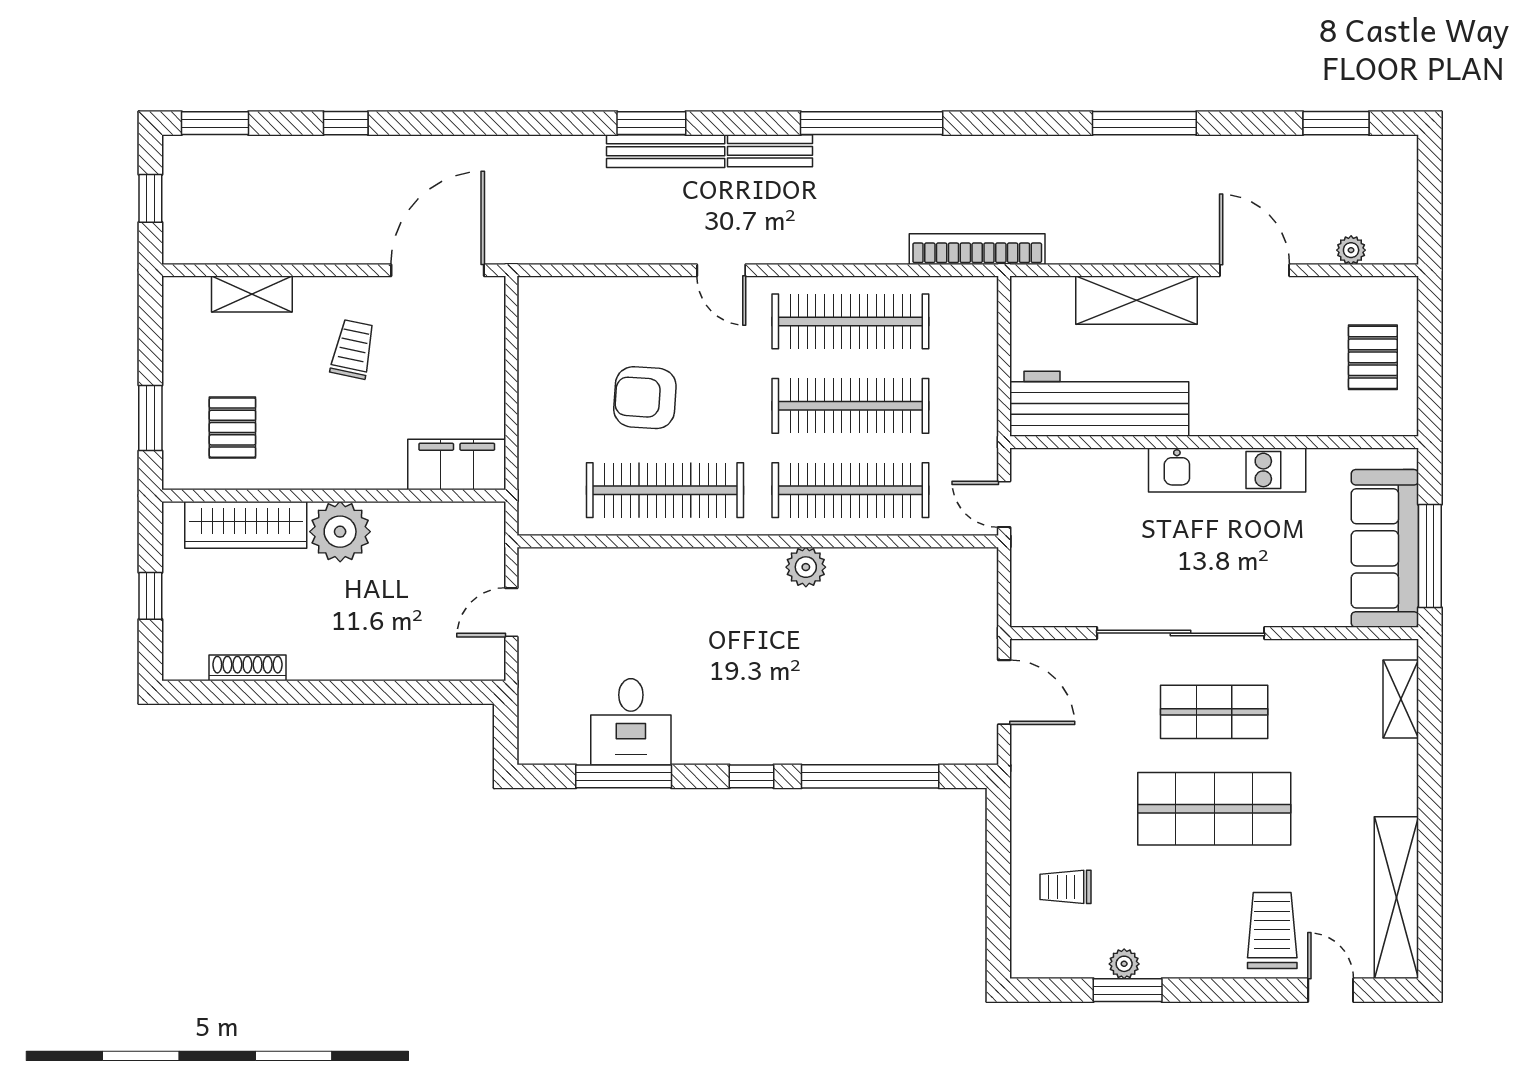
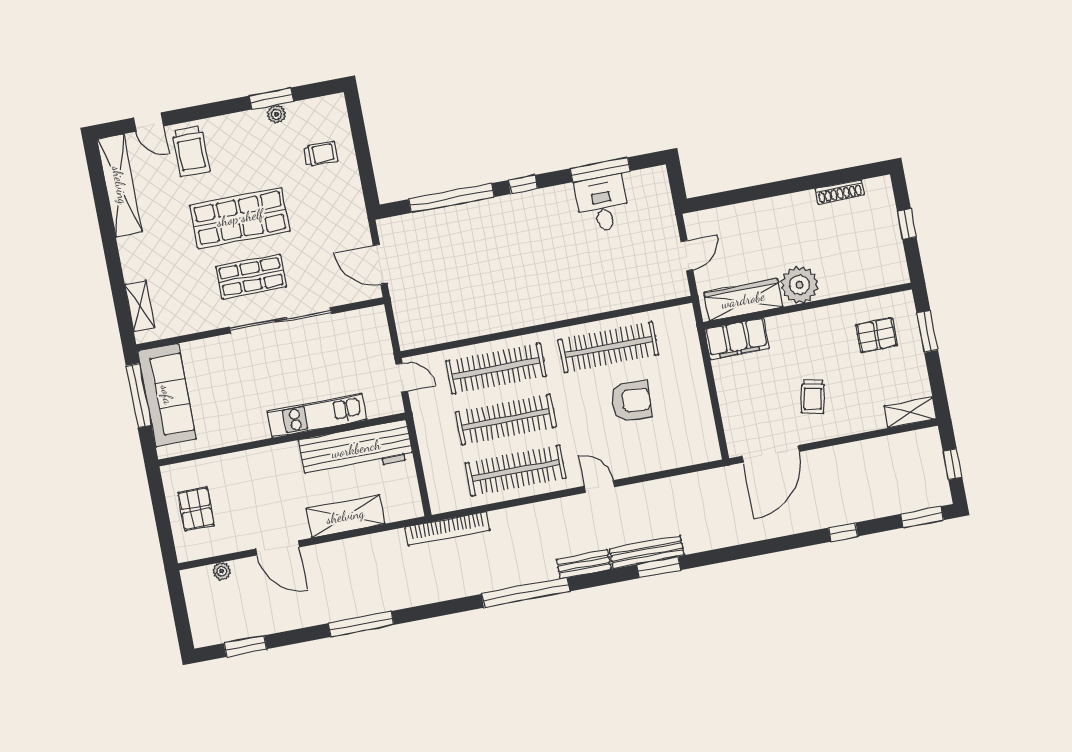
shelving: (252, 294) -> (910, 412), moved
pallet: (232, 428) -> (877, 335), turned 90
kitchen unit: (1227, 470) -> (317, 415), moved
wardrobe: (246, 525) -> (743, 300), moved
plant: (806, 567) -> (514, 317), removed

